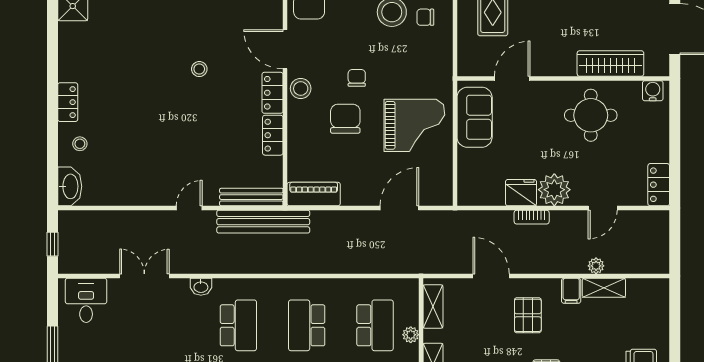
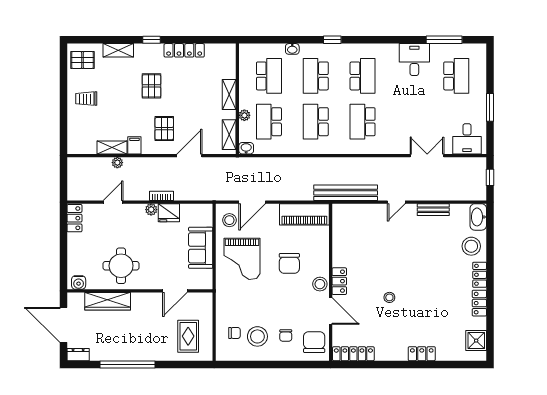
chair: (357, 78) -> (286, 335), moved
sofa: (475, 117) -> (201, 248), moved
grand piano: (414, 125) -> (242, 259), turned -90
locker: (273, 135) -> (479, 303), moved, turned 180
stool: (80, 144) -> (471, 246), width x1.89, depth x1.89
stool: (433, 182) -> (229, 220), added
plant: (554, 190) -> (151, 210), width x0.53, depth x0.53
piano: (314, 194) -> (304, 214), width x1.37, depth x1.33
bench: (251, 197) -> (433, 210), moved, width x0.73
double door: (144, 276) -> (427, 156), swing flipped
door: (491, 276) -> (189, 156), swing flipped
washbasin: (201, 287) -> (246, 148), moved
school desk: (307, 325) -> (316, 122), turned 180

